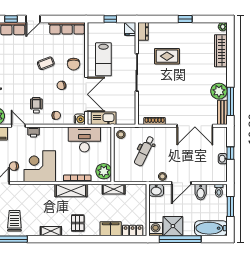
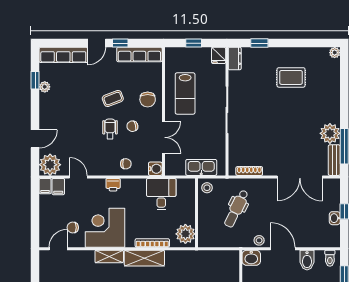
window: (11, 19) -> (120, 43), moved
window: (185, 19) -> (259, 43), moved
wardrobe: (221, 51) -> (332, 83), removed
rug: (167, 56) -> (291, 77), moved
double door: (86, 94) -> (163, 137), width x0.73
wheelchair: (36, 105) -> (110, 129), moved
kitchen sink: (104, 118) -> (201, 167), moved
printer: (33, 132) -> (113, 185), moved
desk: (84, 139) -> (161, 194), width x0.73
door: (181, 183) -> (283, 249), swing flipped
shelving: (114, 189) -> (109, 256), moved

